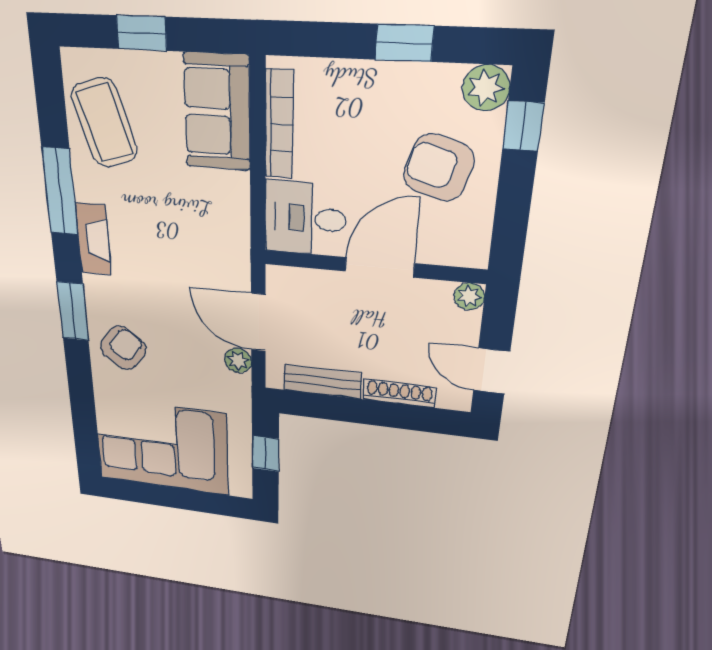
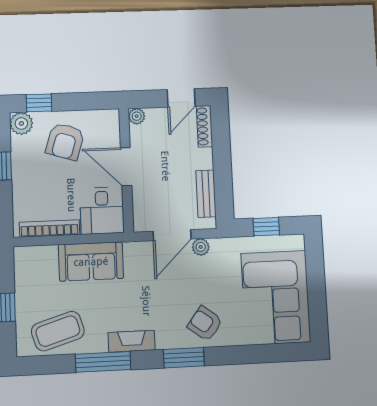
sofa: (217, 112) -> (91, 262), moved
shoe rack: (399, 393) -> (204, 126), moved

